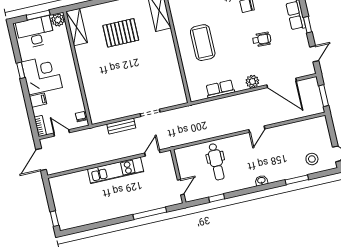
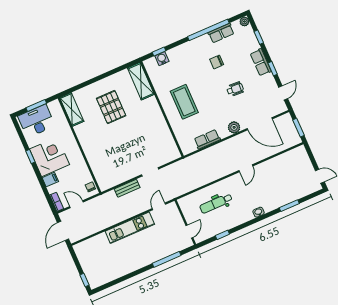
plant: (58, 20) -> (54, 106), removed
pallet: (121, 33) -> (111, 107), turned 90
stool: (312, 159) -> (299, 185), removed
dental chair: (216, 162) -> (216, 203), turned 90

